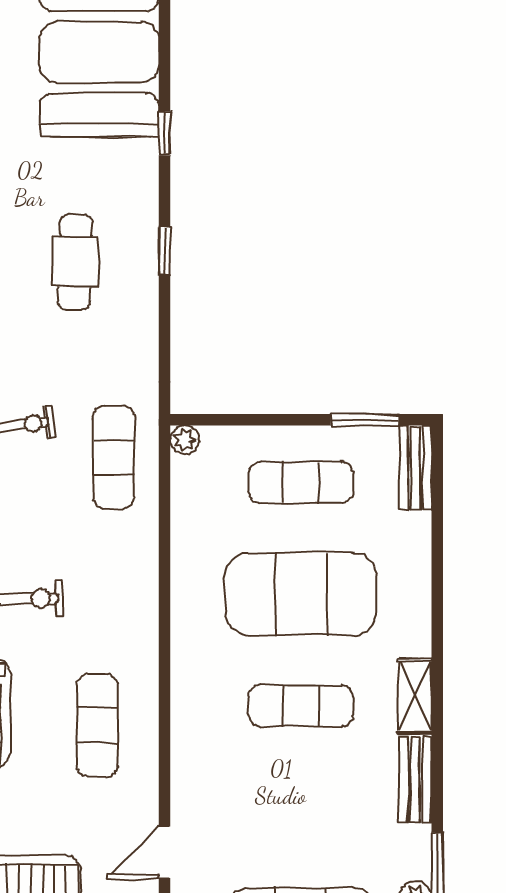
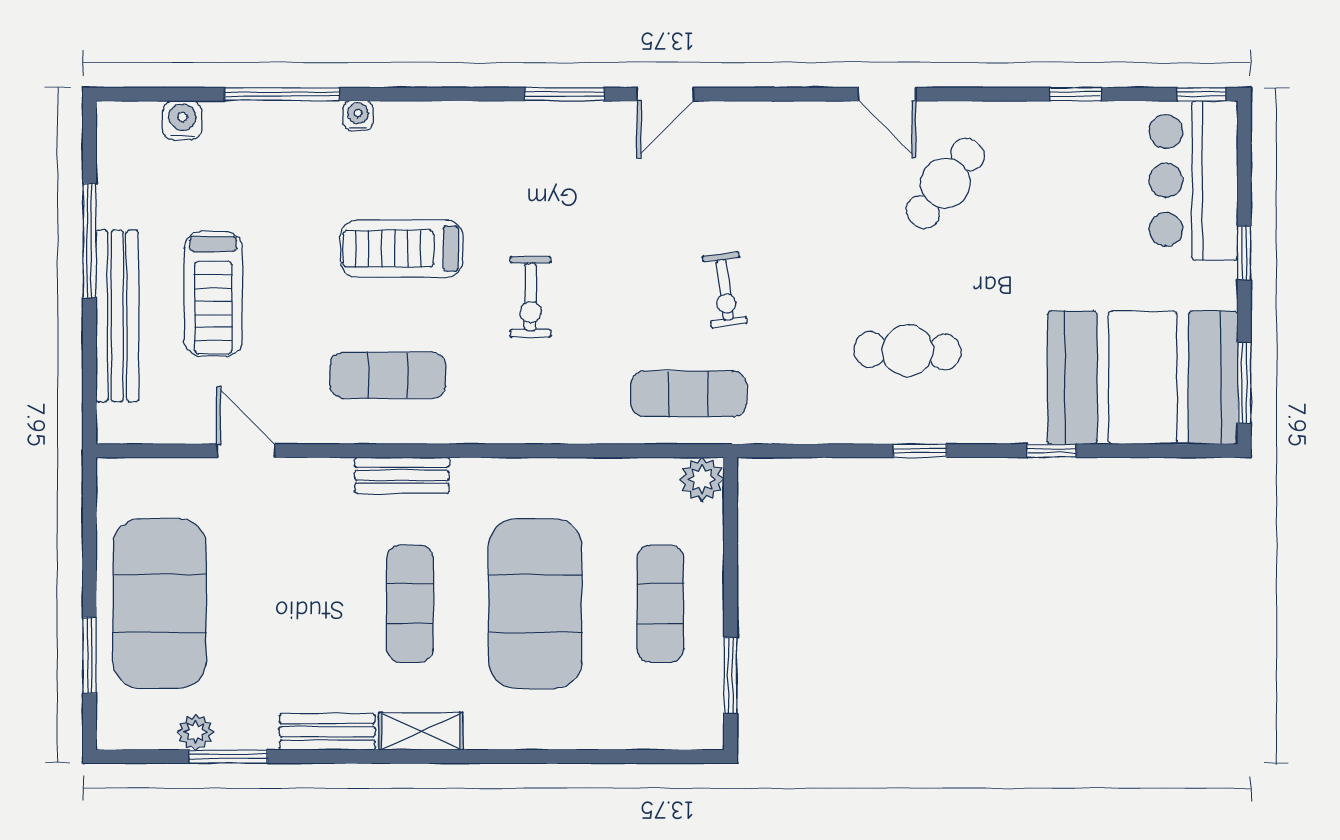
plant: (185, 440) -> (702, 479), width x1.38, depth x1.38
bench: (415, 468) -> (402, 475), moved

